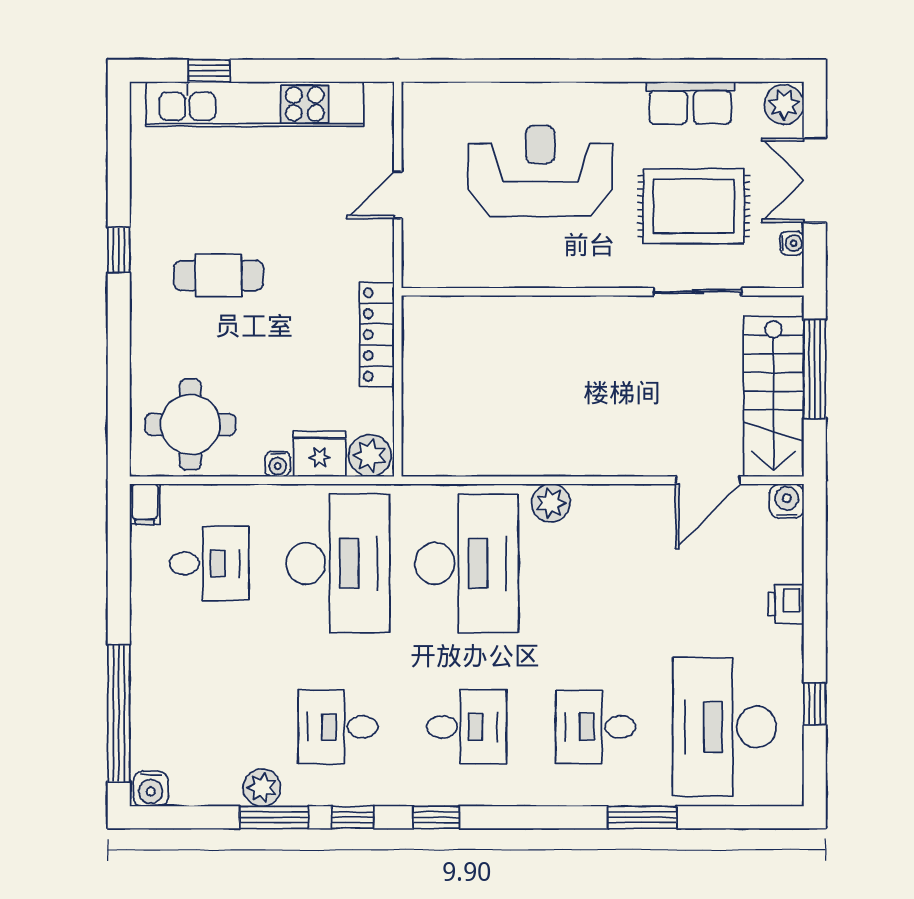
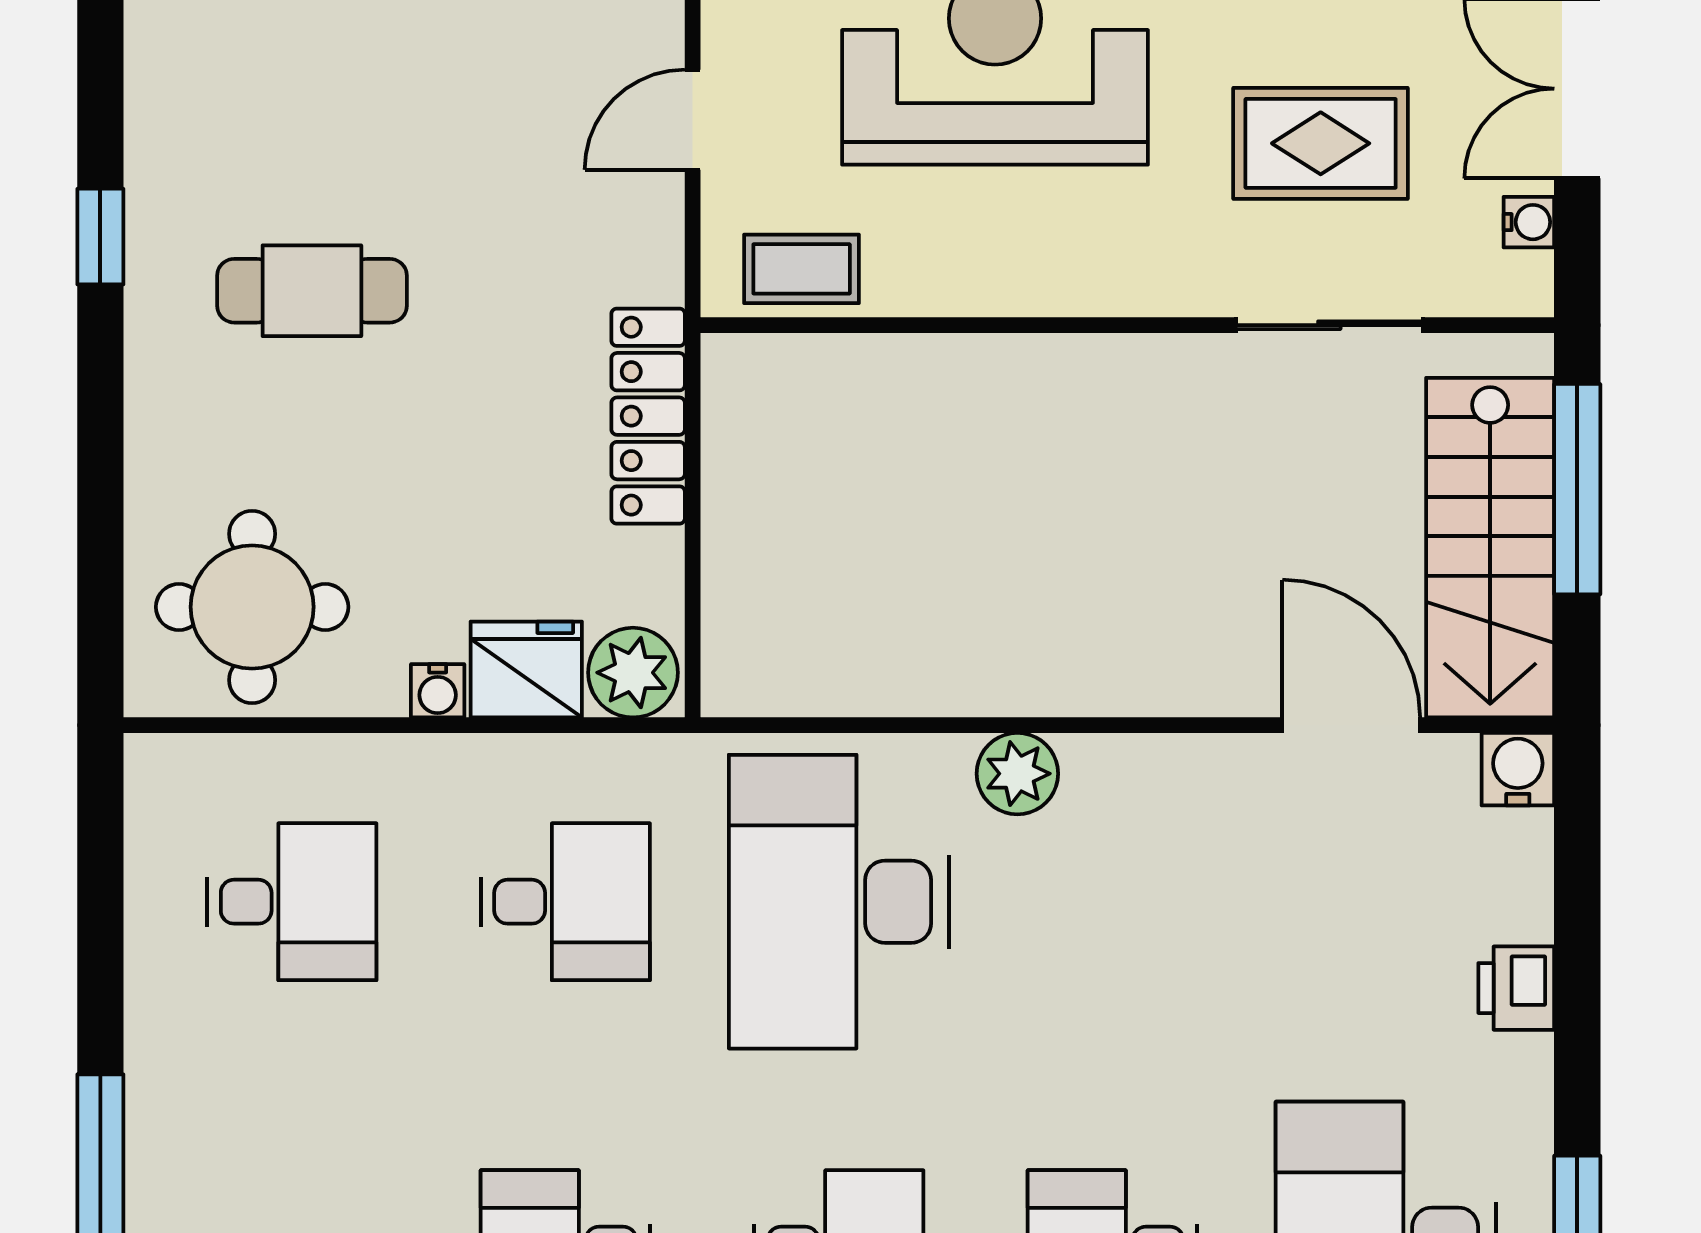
rug: (694, 206) -> (1321, 143), width x0.73, depth x0.70
coffee table: (449, 265) -> (802, 269), added
door: (708, 480) -> (1351, 725), swing flipped
filing cabinet: (145, 504) -> (156, 776), removed
desk: (338, 563) -> (565, 902), width x0.53, depth x0.77
desk: (467, 563) -> (839, 902), turned 180

